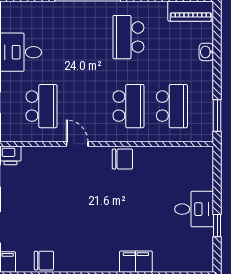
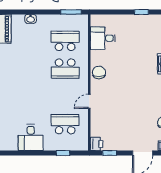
school desk: (128, 37) -> (21, 69), removed
school desk: (128, 106) -> (65, 69), turned 180
desk: (194, 209) -> (103, 38), moved, turned -90

